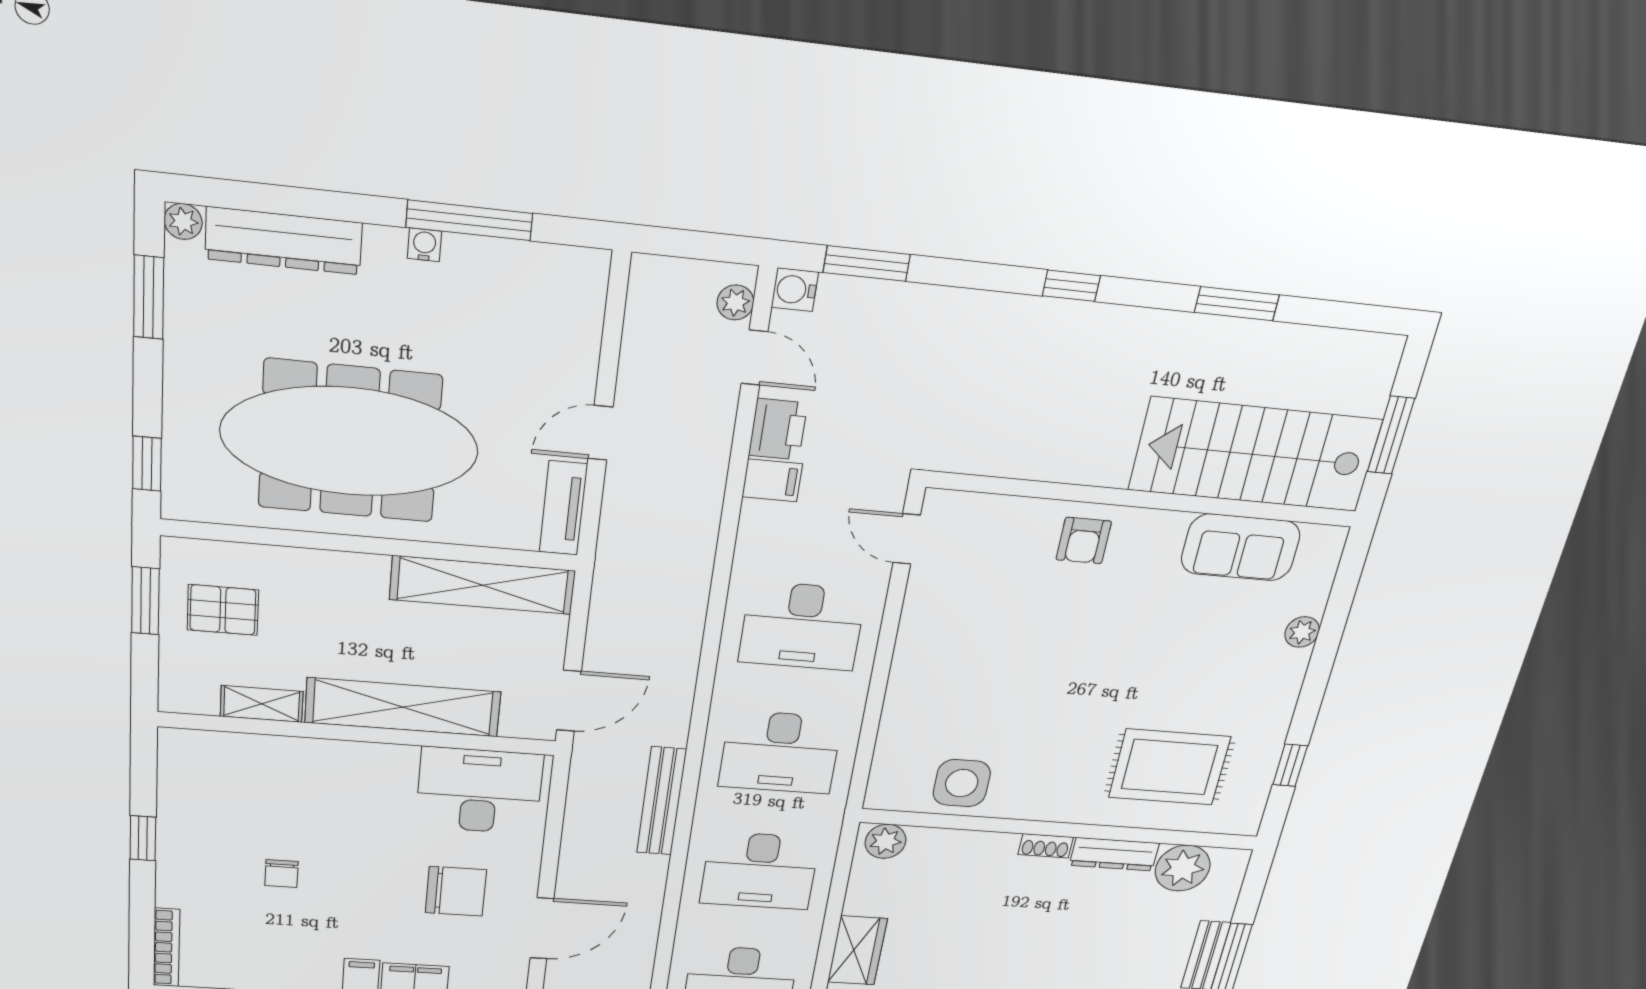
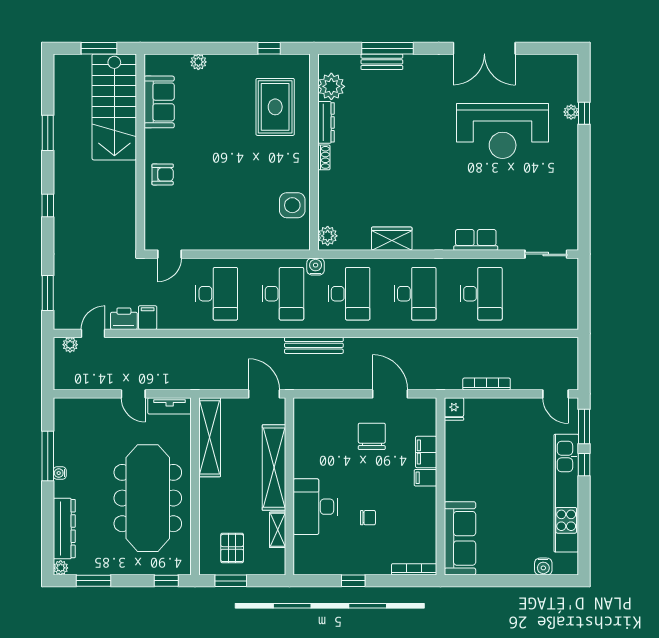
water cooler: (795, 290) -> (316, 266), moved, turned 180
desk: (479, 791) -> (315, 507), moved

